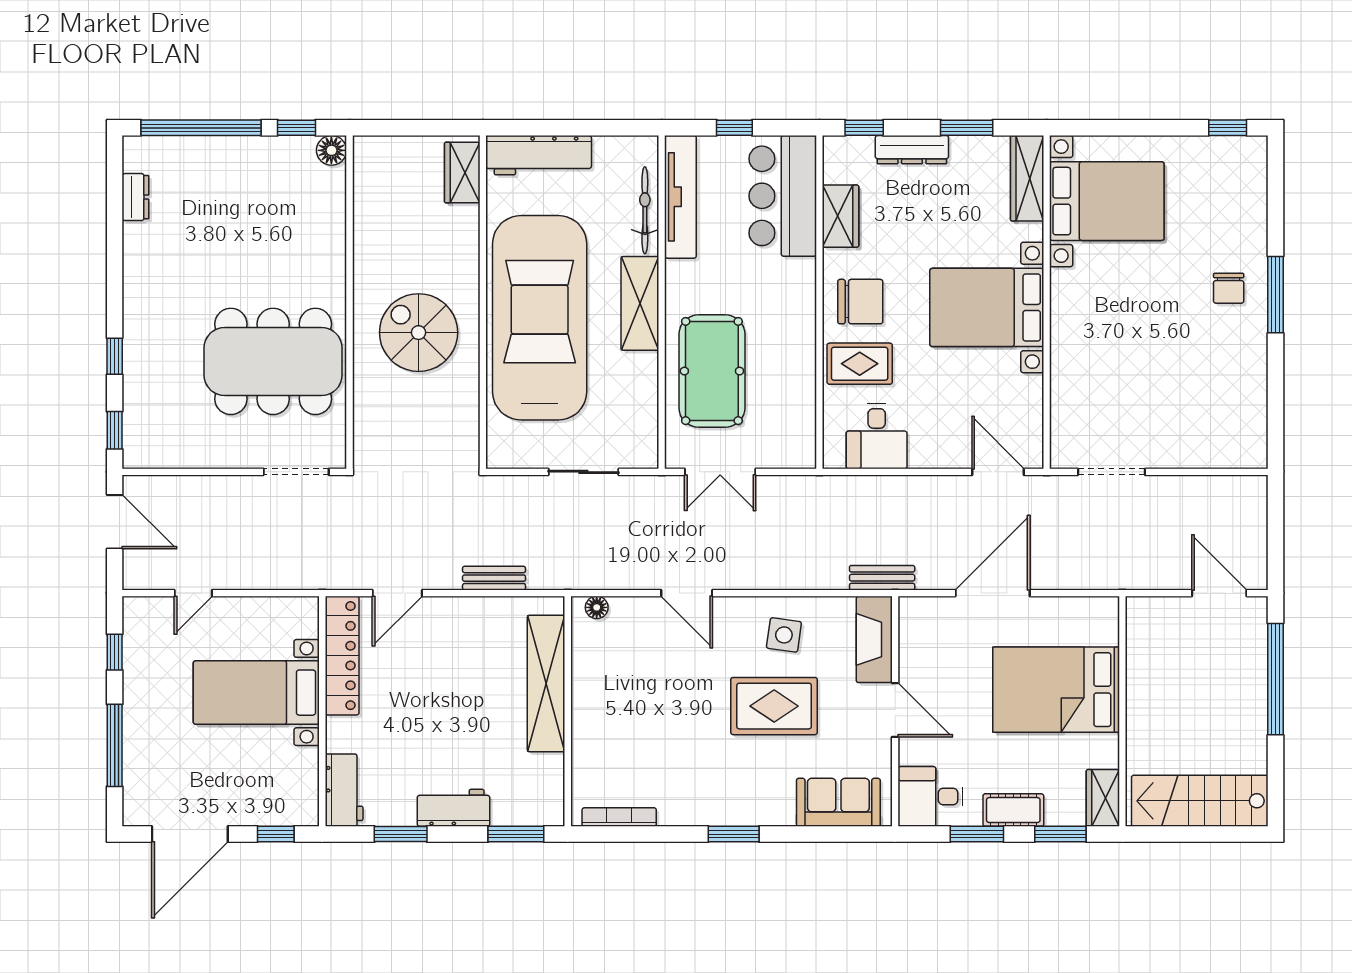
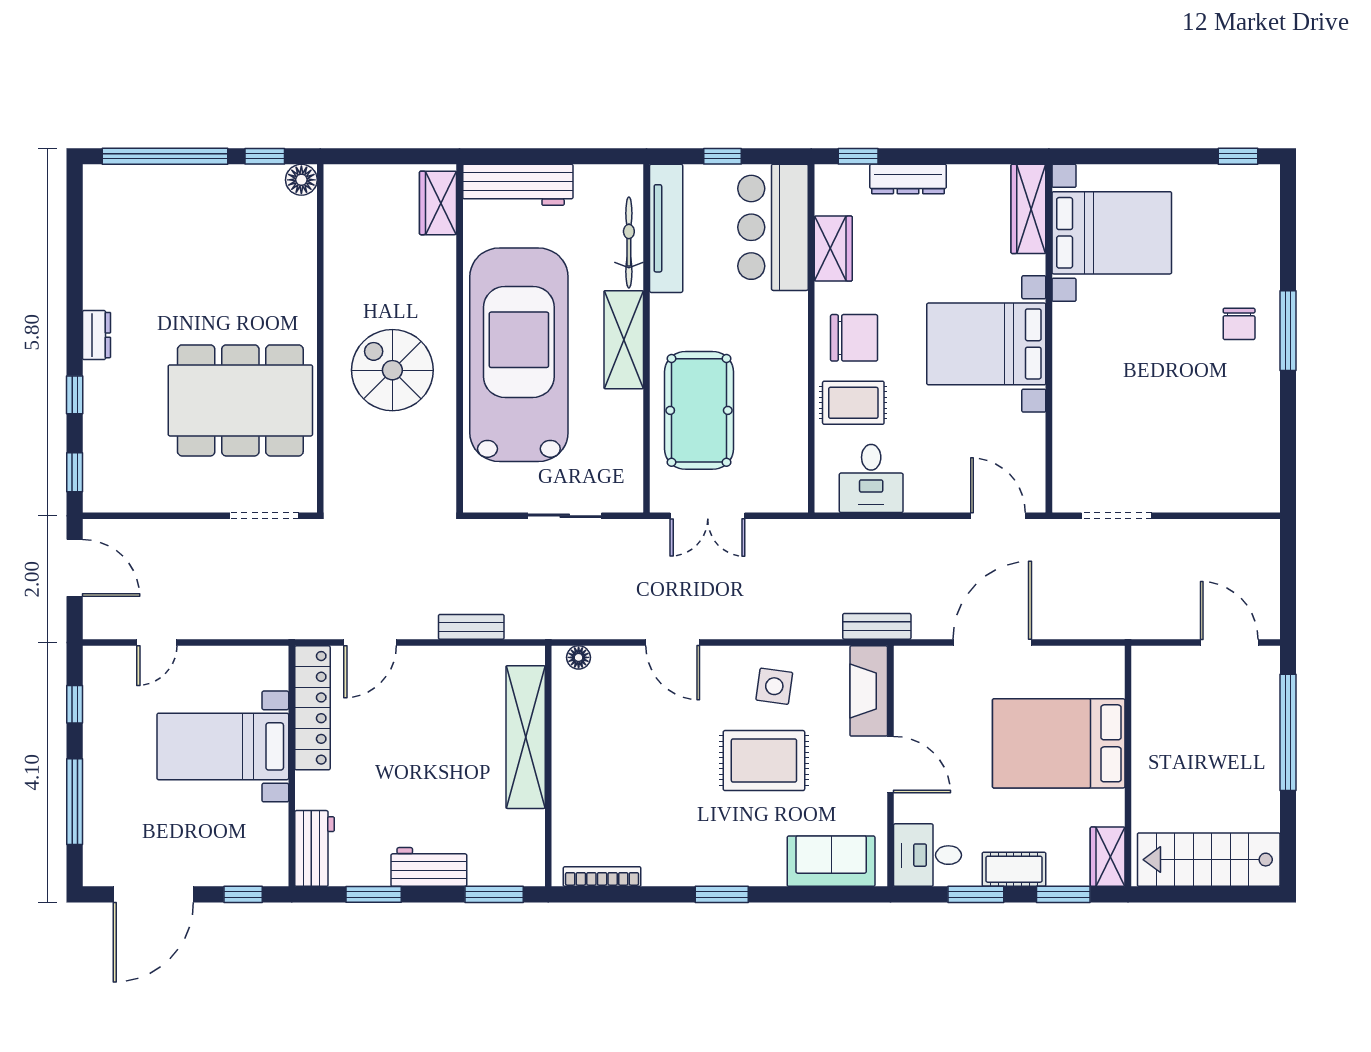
window: (967, 128) -> (965, 156), removed
dresser: (135, 197) -> (96, 335), moved

